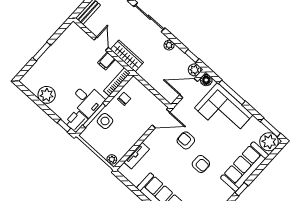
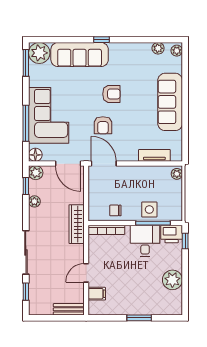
plant: (169, 45) -> (34, 201), moved
wardrobe: (127, 56) -> (77, 224), moved
filing cabinet: (106, 61) -> (97, 294), moved
door: (189, 88) -> (68, 164), moved
armchair: (201, 164) -> (111, 94), turned 90

